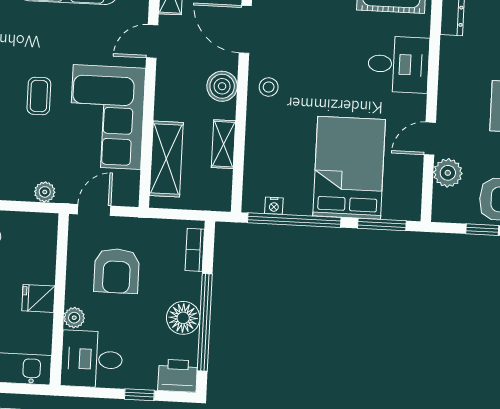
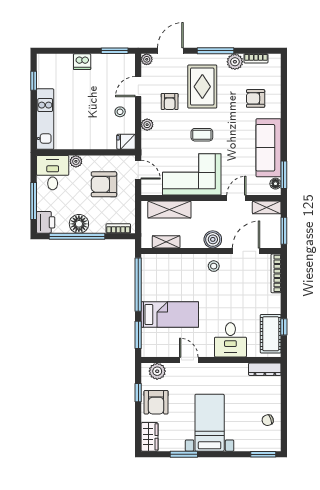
door: (152, 41) -> (236, 198), hinge flipped
shelving: (223, 144) -> (166, 242), moved
bed: (349, 168) -> (170, 315), width x0.67
plant: (448, 173) -> (157, 371), moved
plant: (45, 192) -> (147, 125), moved
nightstand: (274, 206) -> (146, 273), removed
fridge: (38, 298) -> (126, 142), moved, turned -90
window: (139, 395) -> (34, 201), width x2.17

